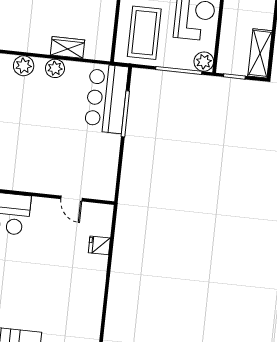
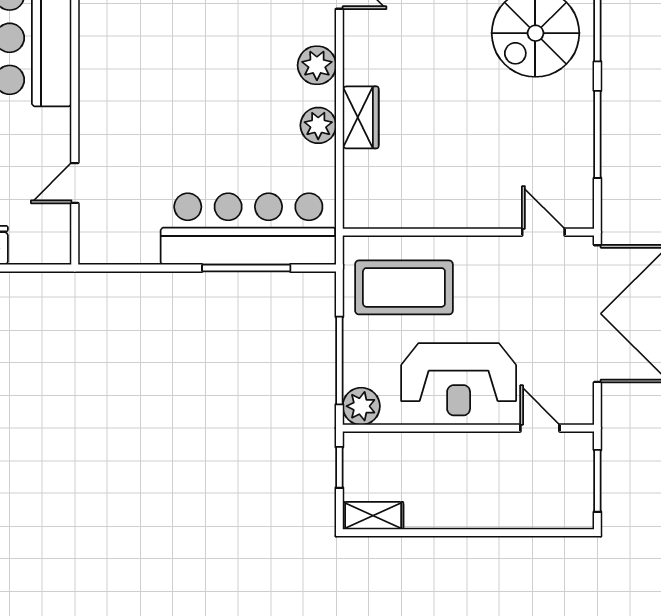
wardrobe: (67, 47) -> (361, 117), moved
shelving: (260, 53) -> (373, 516), width x0.67, depth x0.75
bar counter: (106, 98) -> (248, 229), width x1.36

